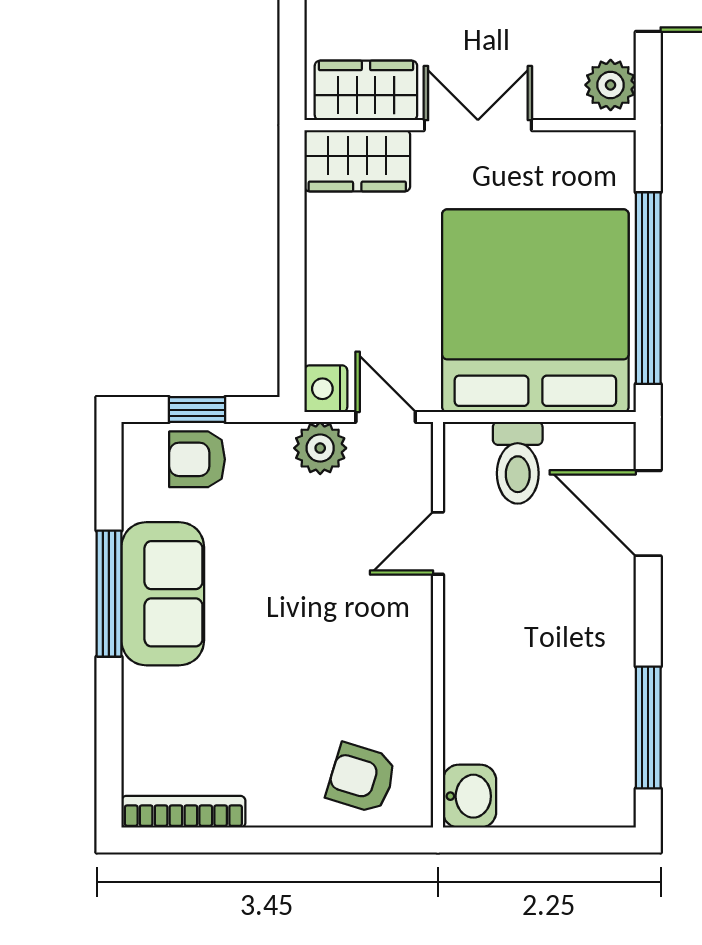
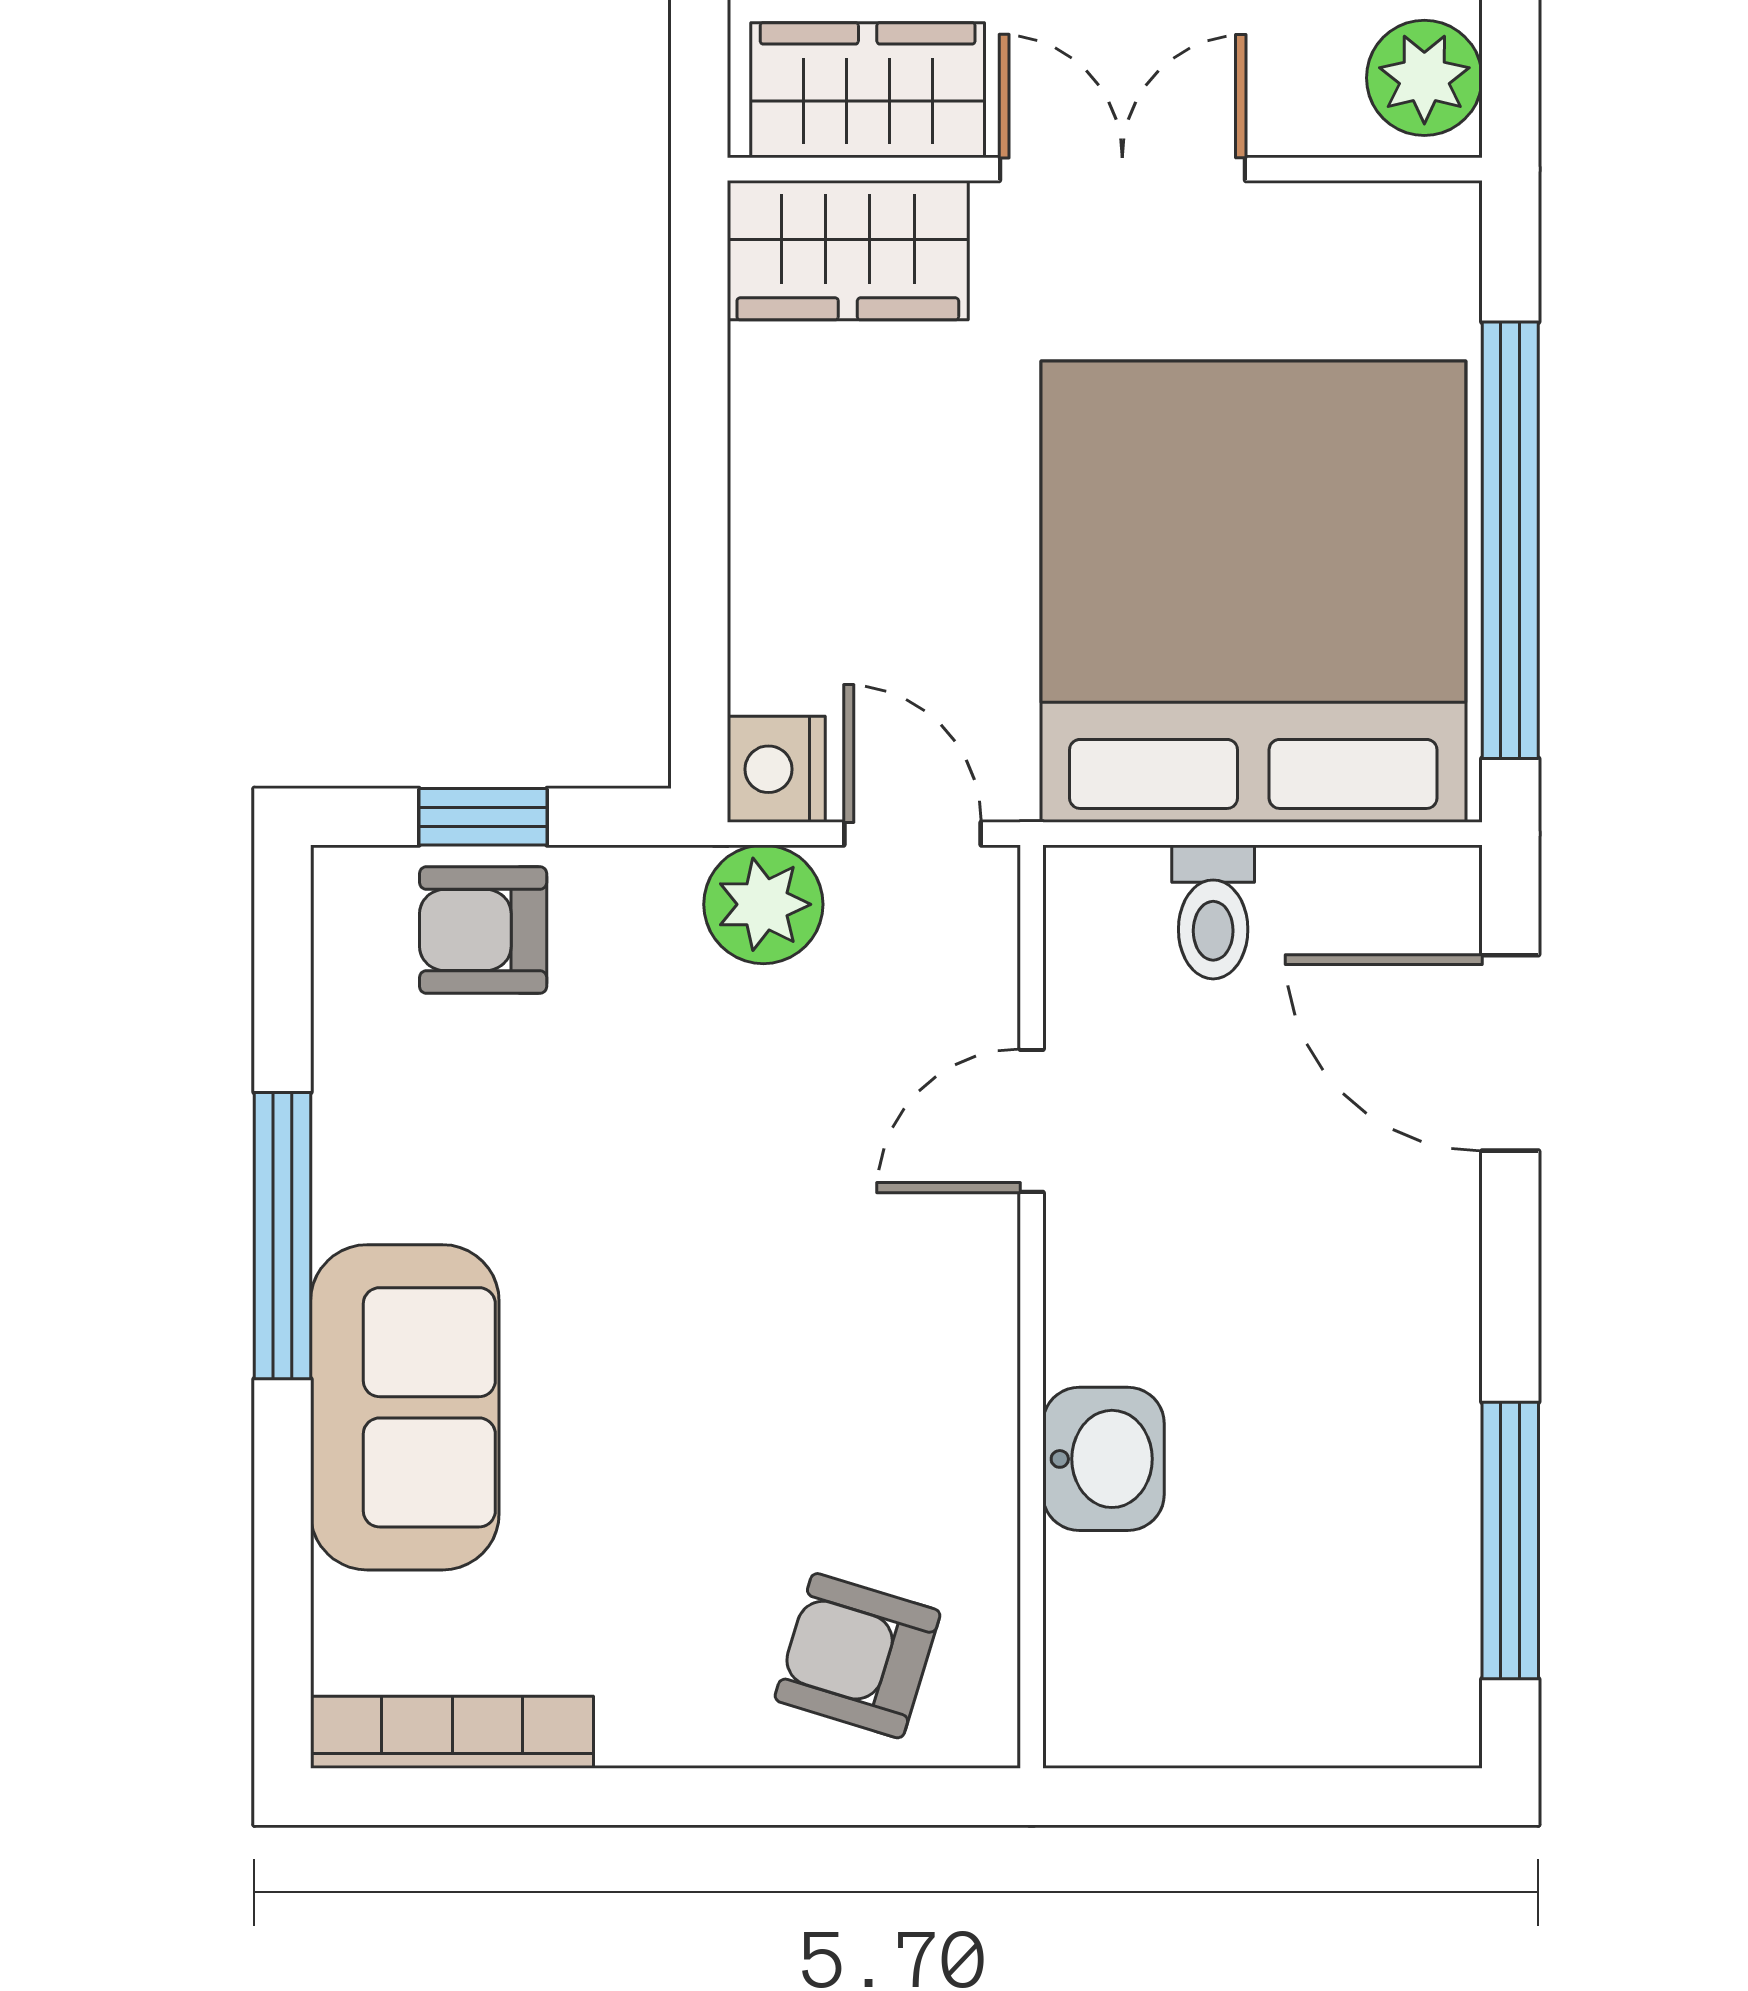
toilet: (518, 463) -> (1213, 912), width x0.73, depth x0.72
sofa: (163, 594) -> (405, 1407), moved
washbasin: (470, 796) -> (1103, 1459), moved

